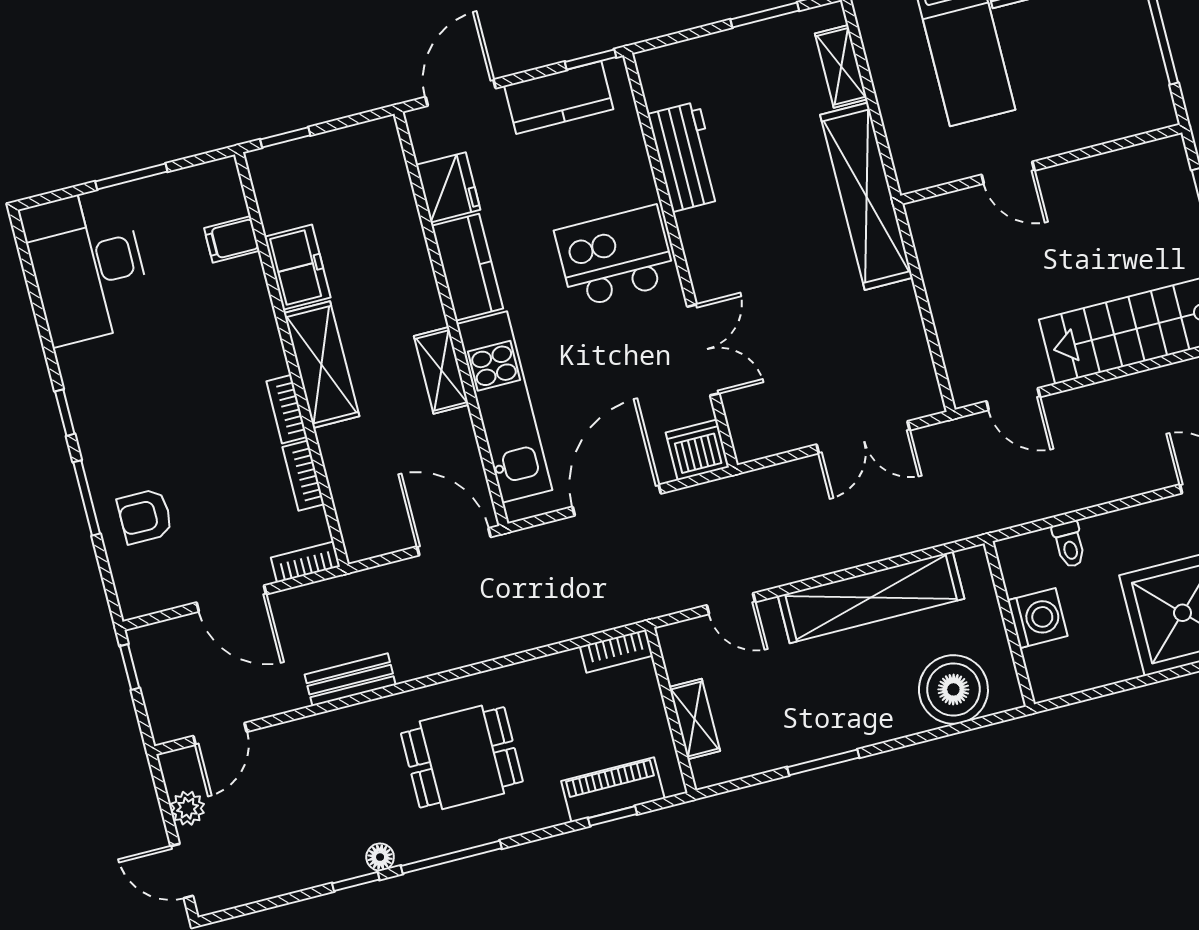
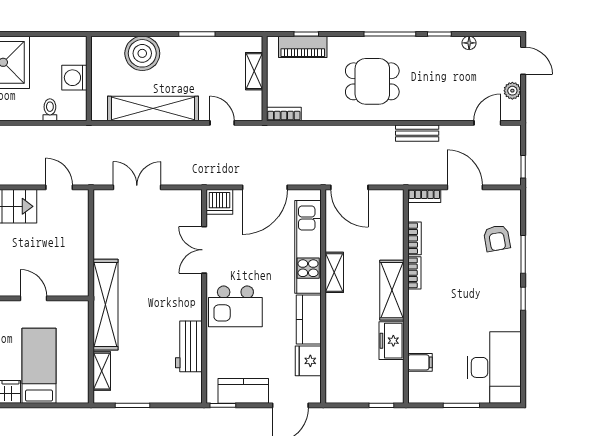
armchair: (145, 516) -> (497, 238), turned 80
boiler: (953, 689) -> (142, 53), moved
floor lamp: (380, 857) -> (469, 43), moved

